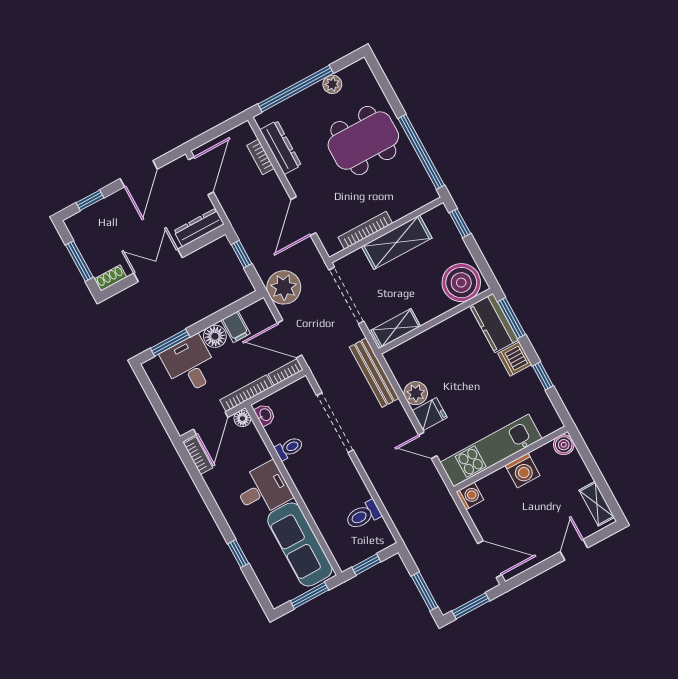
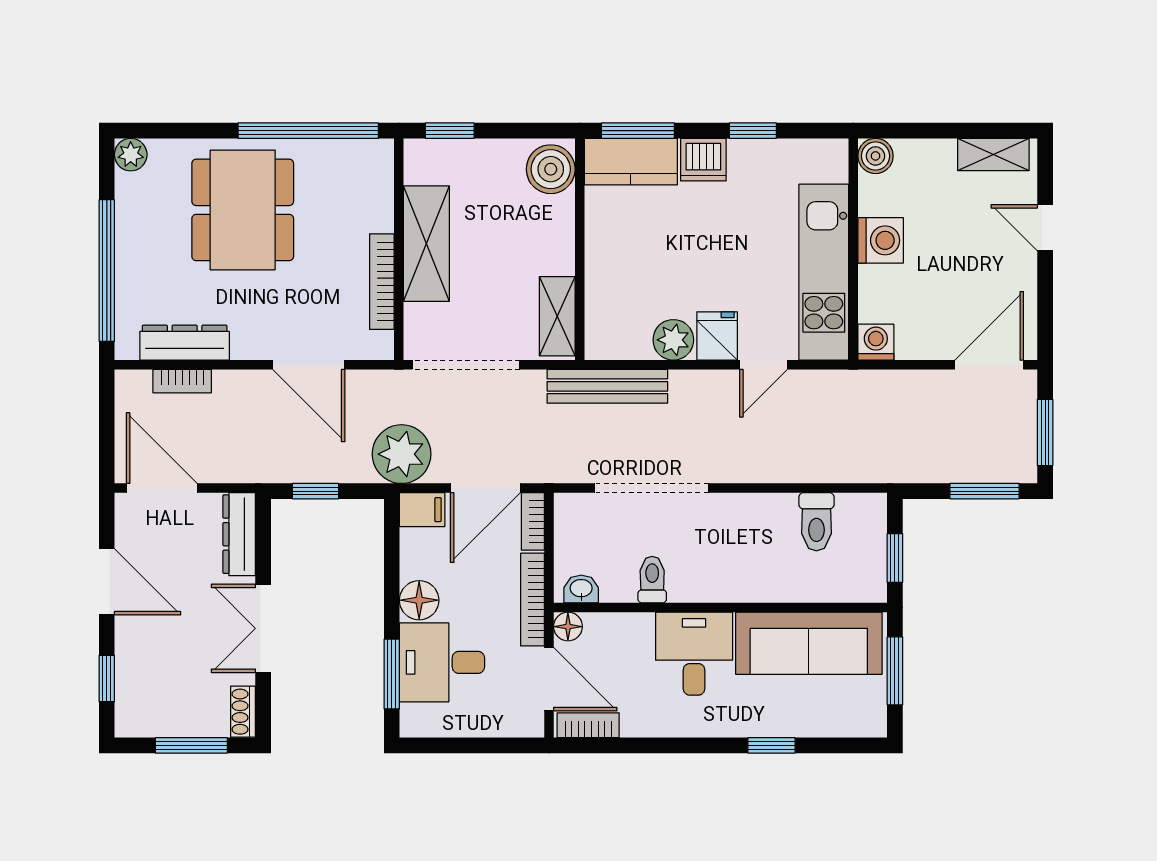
plant: (332, 84) -> (131, 155), moved
boiler: (461, 283) -> (551, 169), width x0.73, depth x0.73
filing cabinet: (236, 327) -> (422, 510), moved

